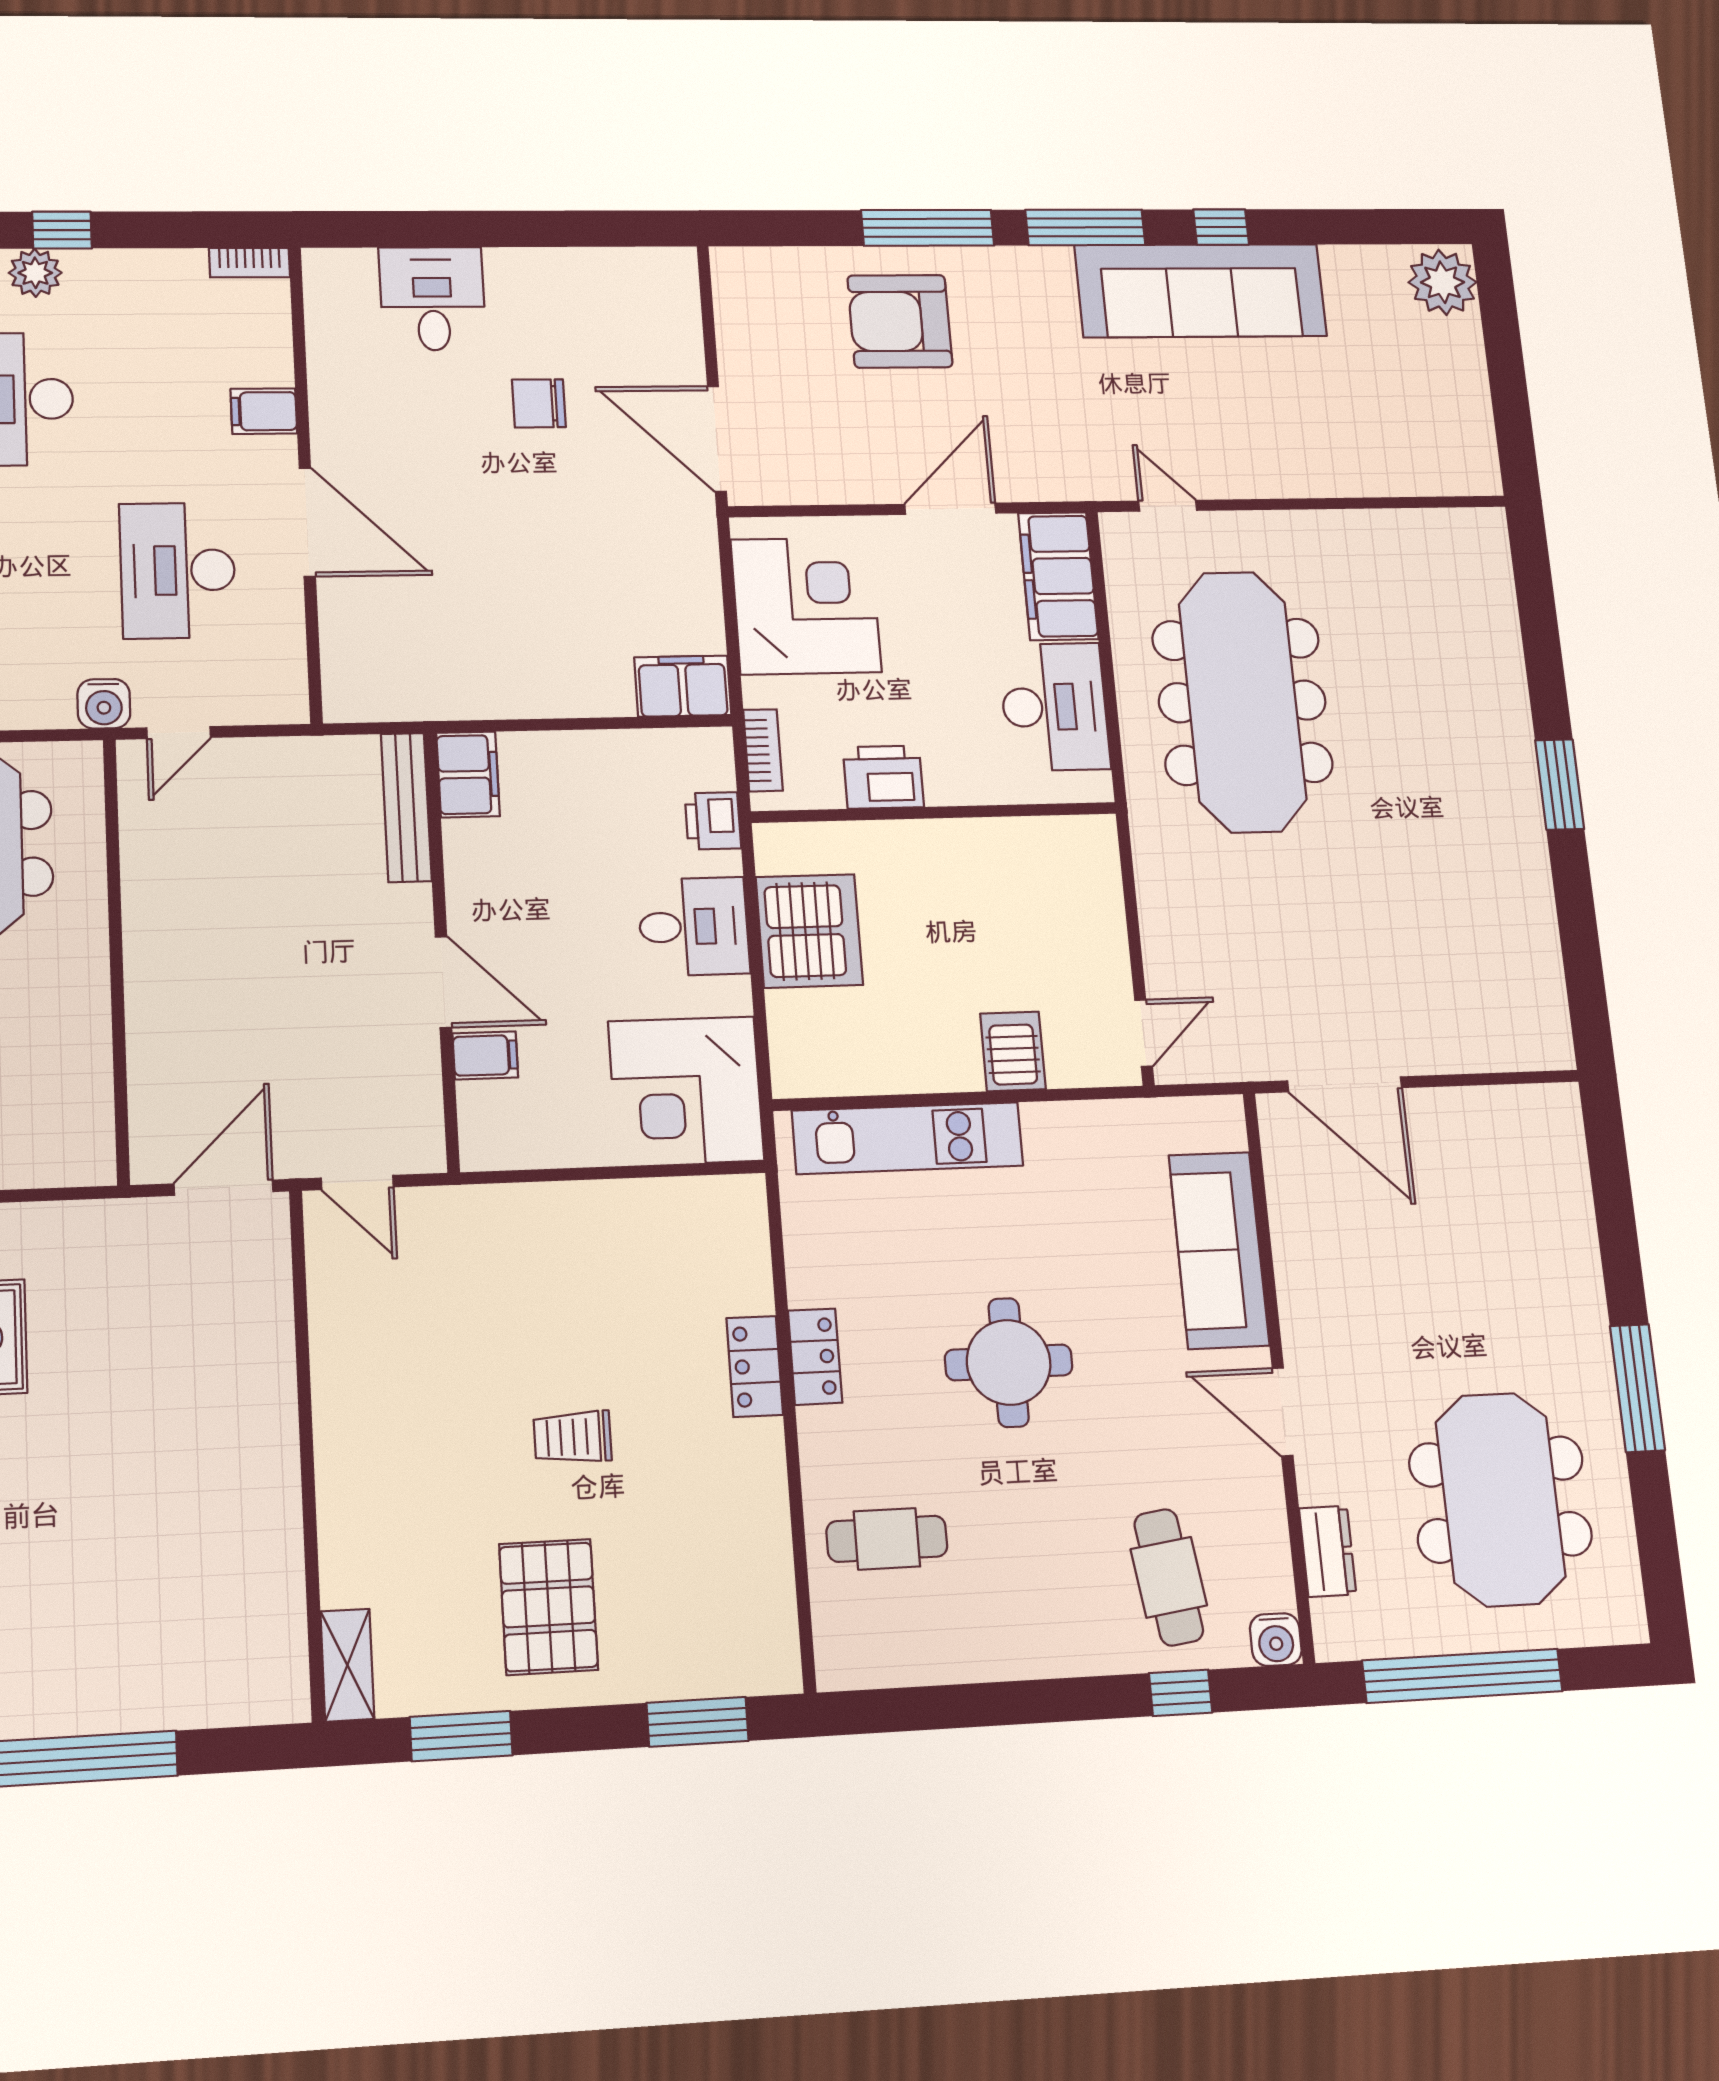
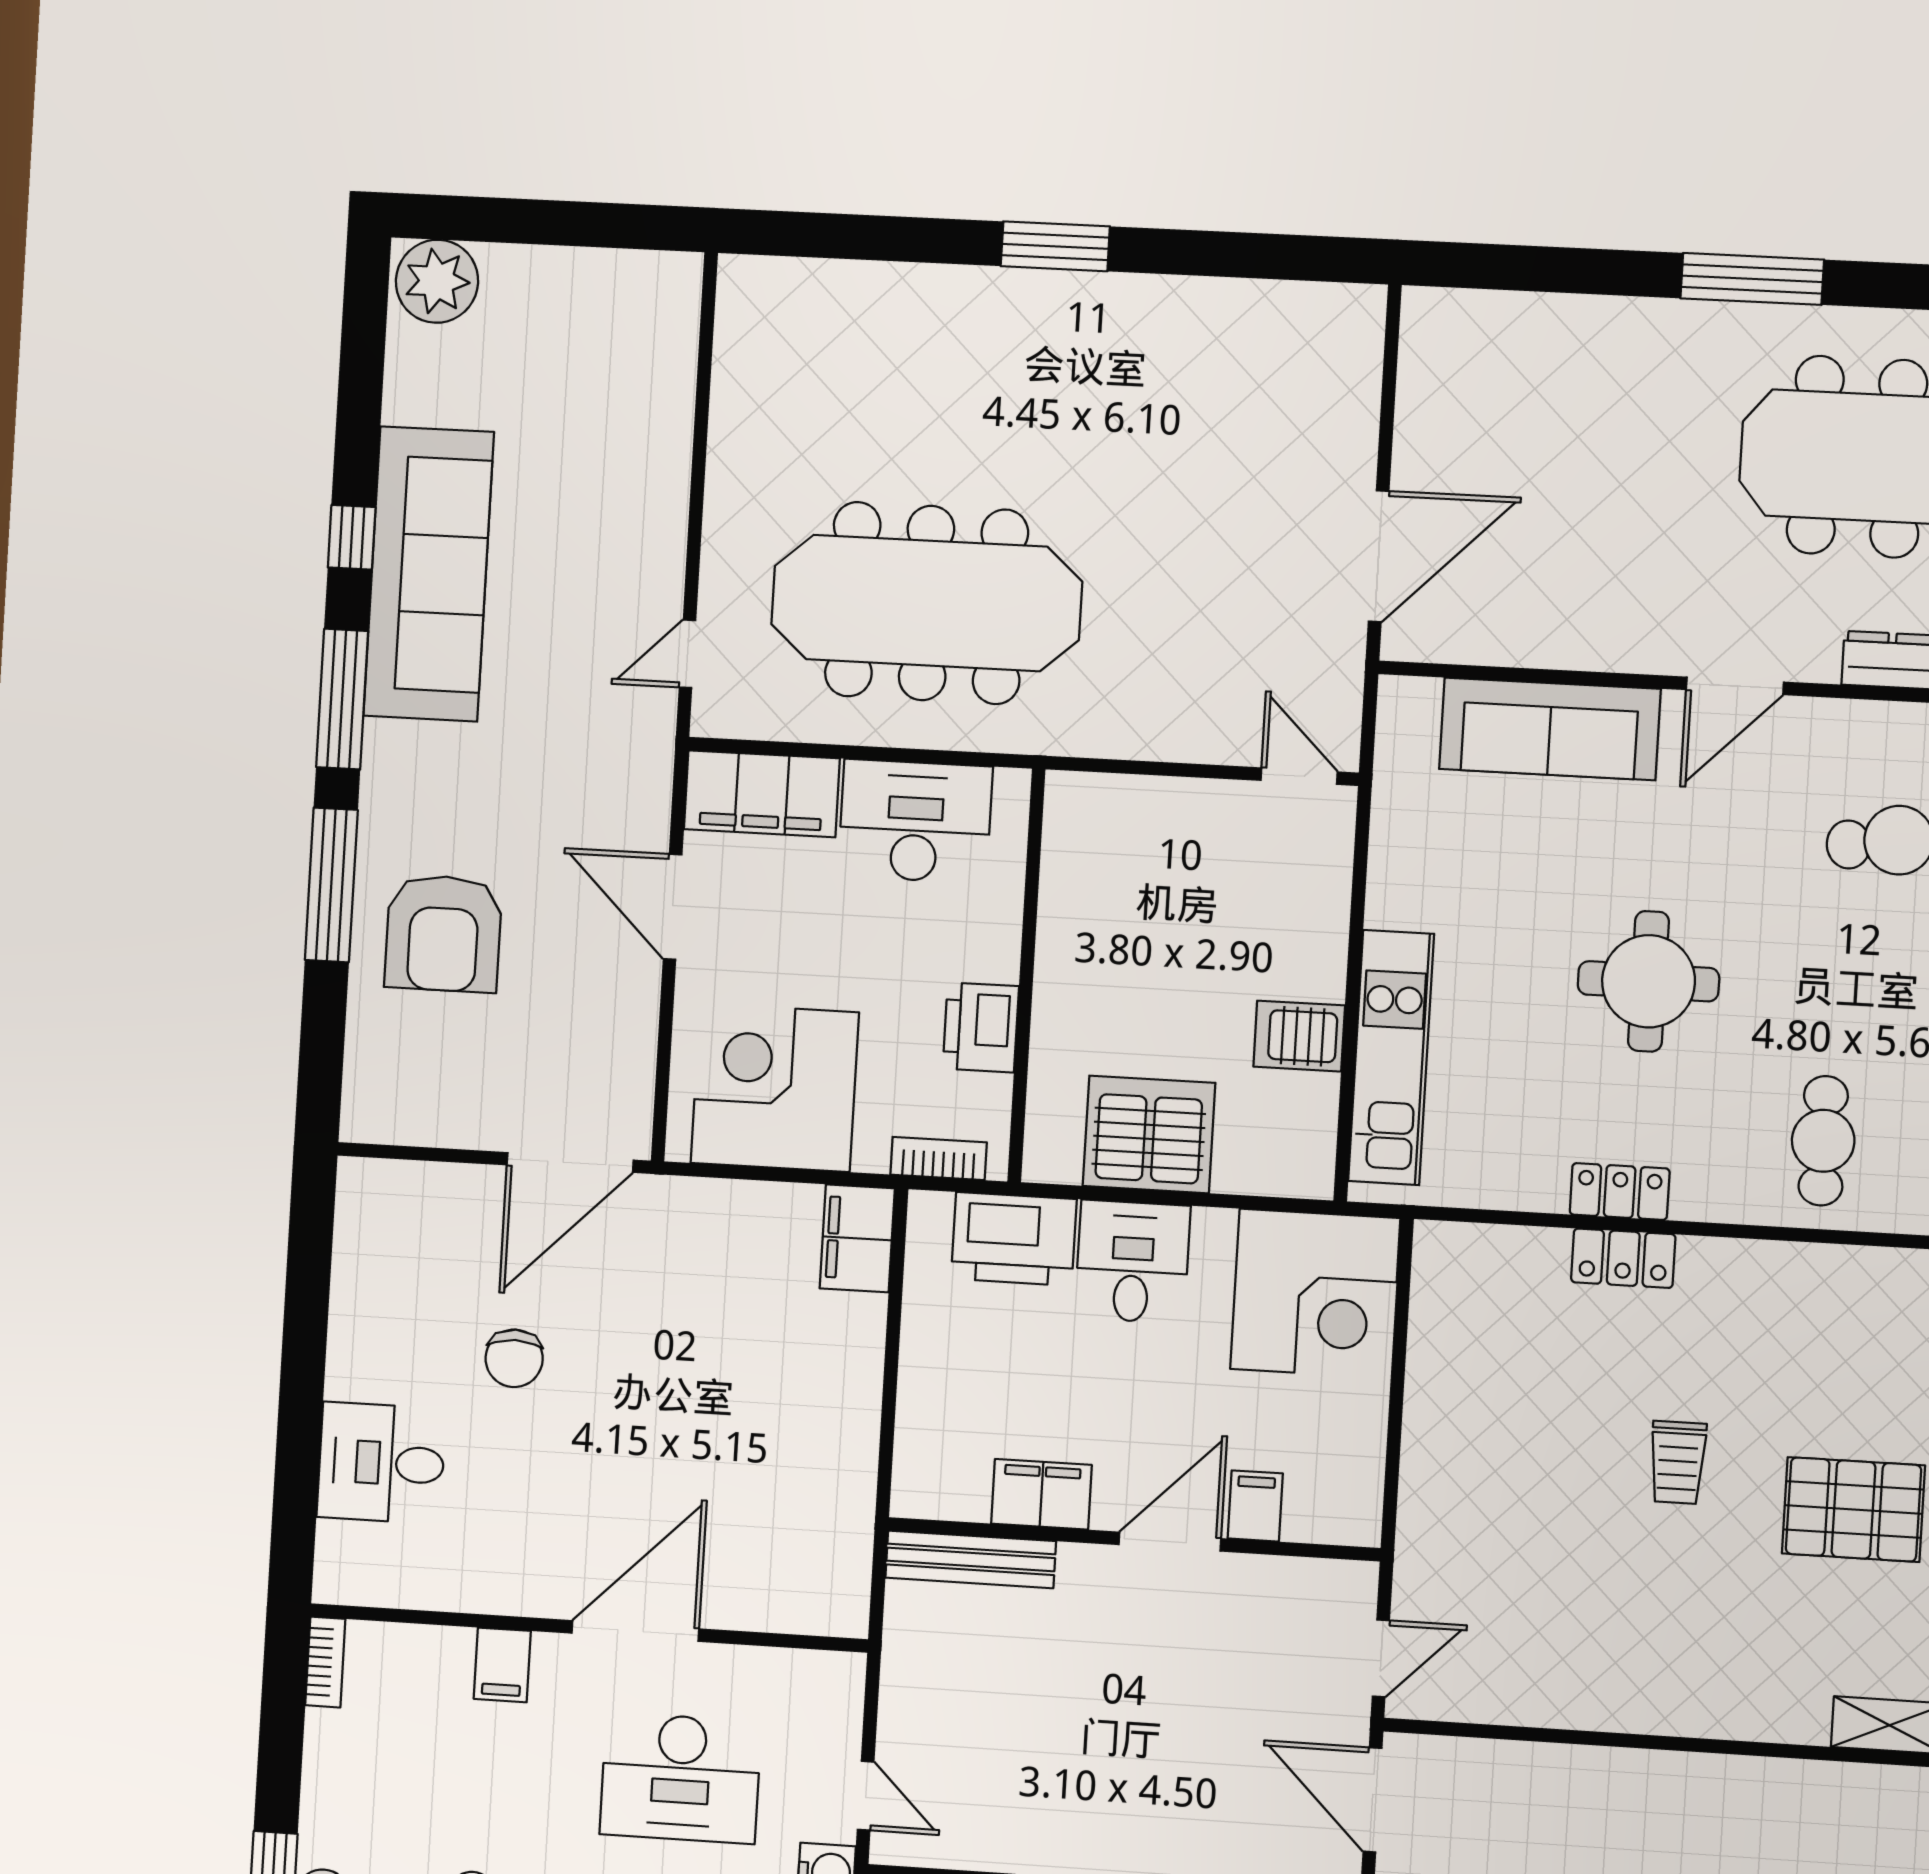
filing cabinet: (468, 775) -> (1041, 1494), moved
printer: (713, 821) -> (1014, 1239), width x1.87, depth x1.48
server rack: (1013, 1051) -> (1299, 1036), moved

